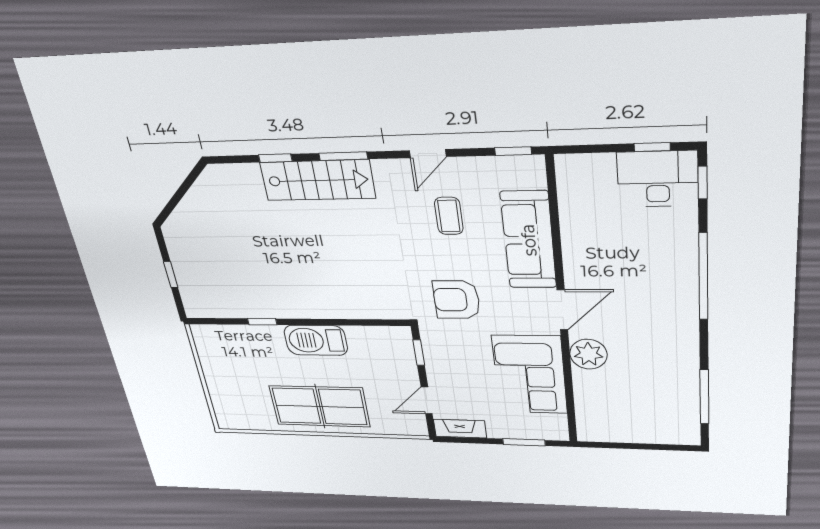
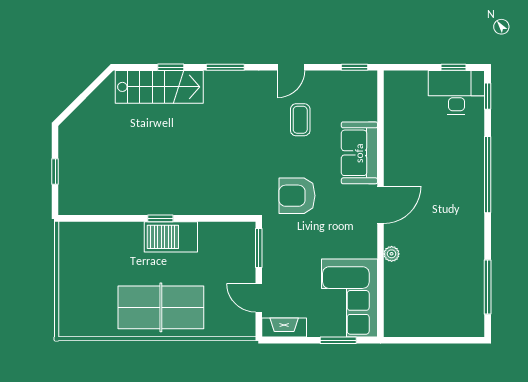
stairs: (318, 180) -> (159, 87), moved
sofa: (529, 240) -> (359, 153), width x0.73
window: (262, 322) -> (160, 218), moved
window: (419, 353) -> (259, 248), width x1.50
plant: (588, 354) -> (392, 254), width x0.53, depth x0.53
corner sofa: (530, 375) -> (349, 298), moved
door: (427, 400) -> (259, 298), hinge flipped

